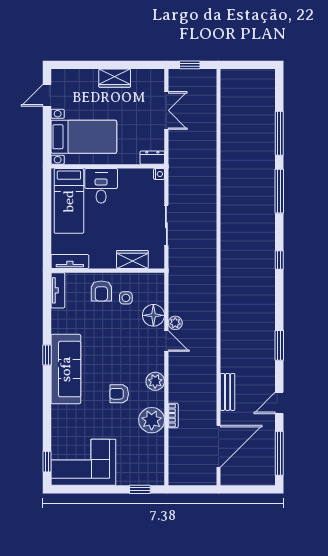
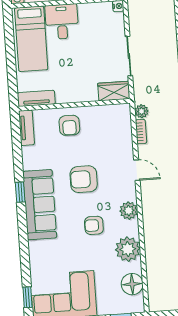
wardrobe: (132, 260) -> (114, 91), moved
side table: (126, 298) -> (94, 130), removed
floor lamp: (153, 315) -> (132, 284), moved
plant: (175, 323) -> (142, 111), moved
armchair: (112, 346) -> (84, 179), added
bookcase: (173, 415) -> (141, 132), moved

